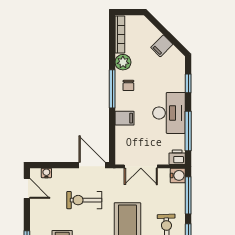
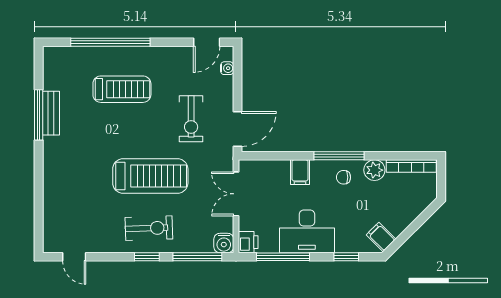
filing cabinet: (162, 46) -> (381, 237), moved
exercise bike: (84, 200) -> (191, 119), turned 180

